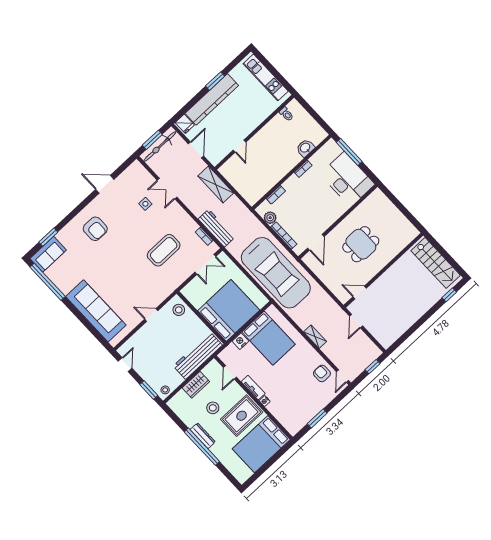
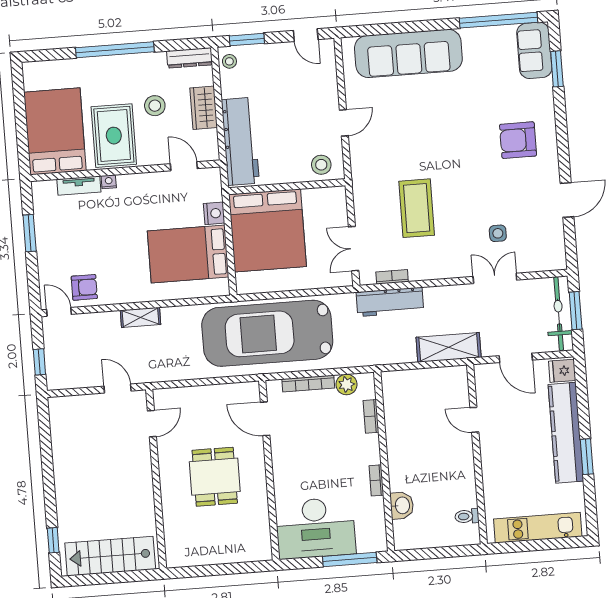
tv unit: (253, 388) -> (79, 186), moved
dresser: (203, 436) -> (190, 58), moved

